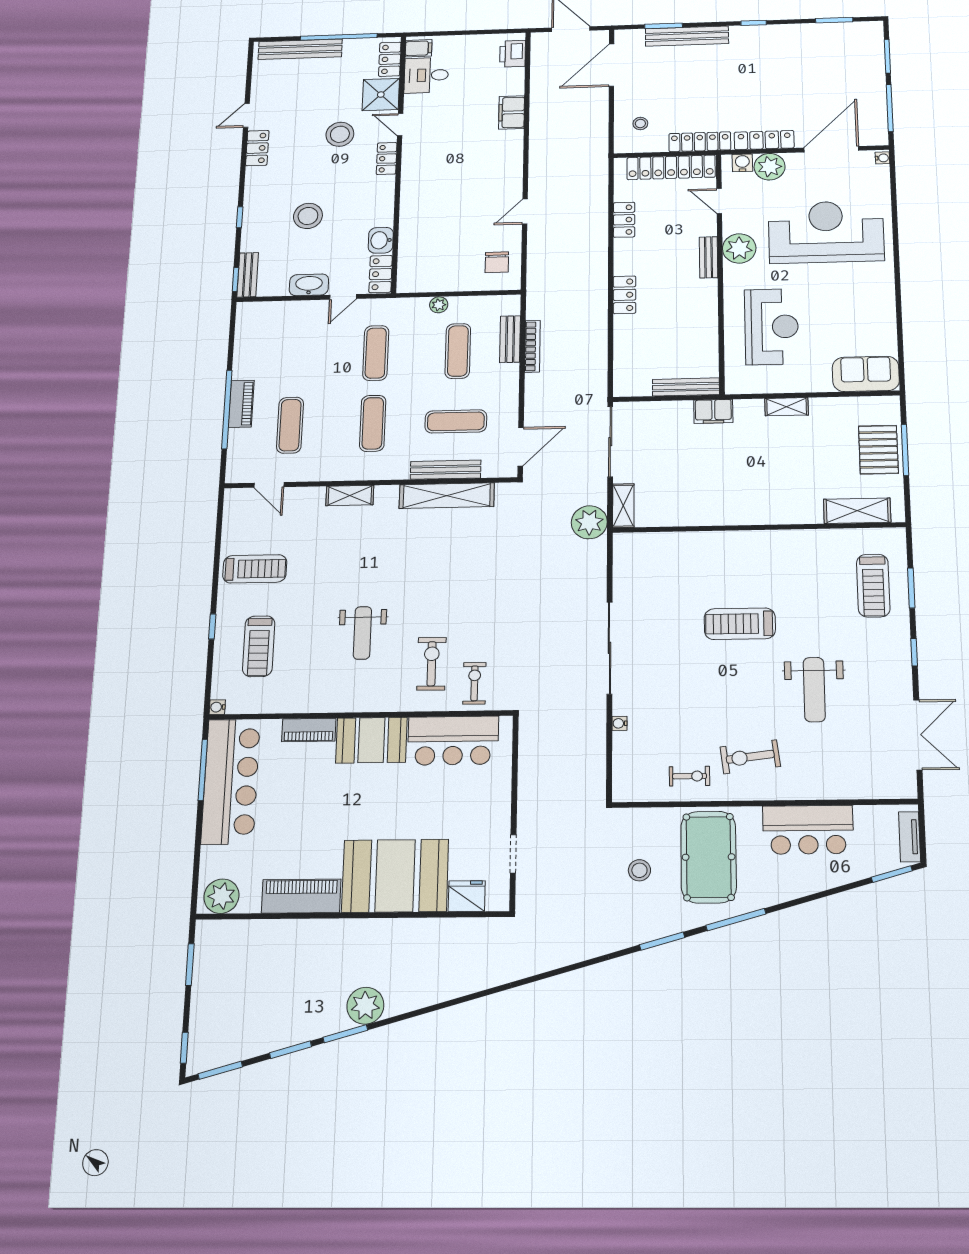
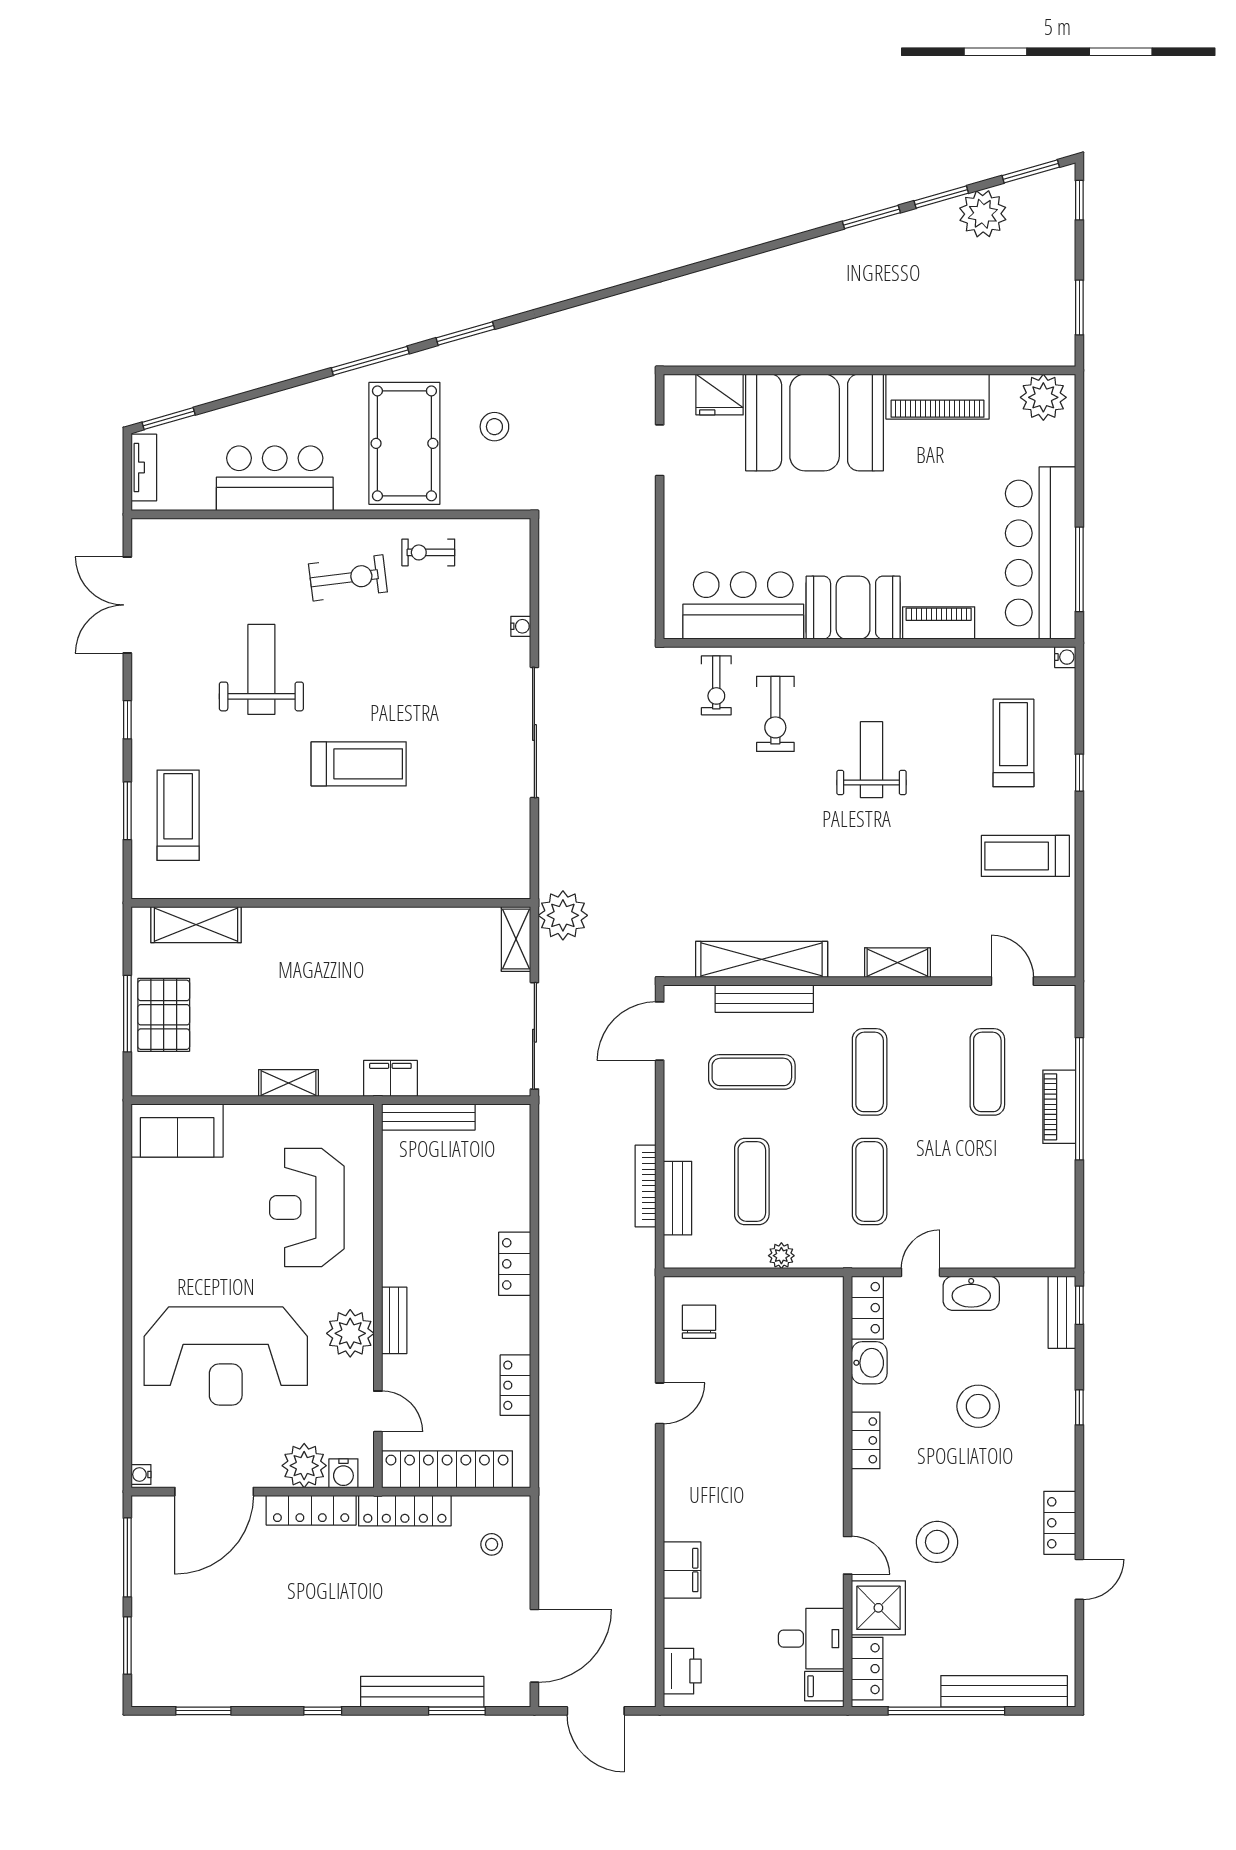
locker: (387, 159) -> (866, 1440), moved
plant: (365, 1006) -> (983, 214), moved

